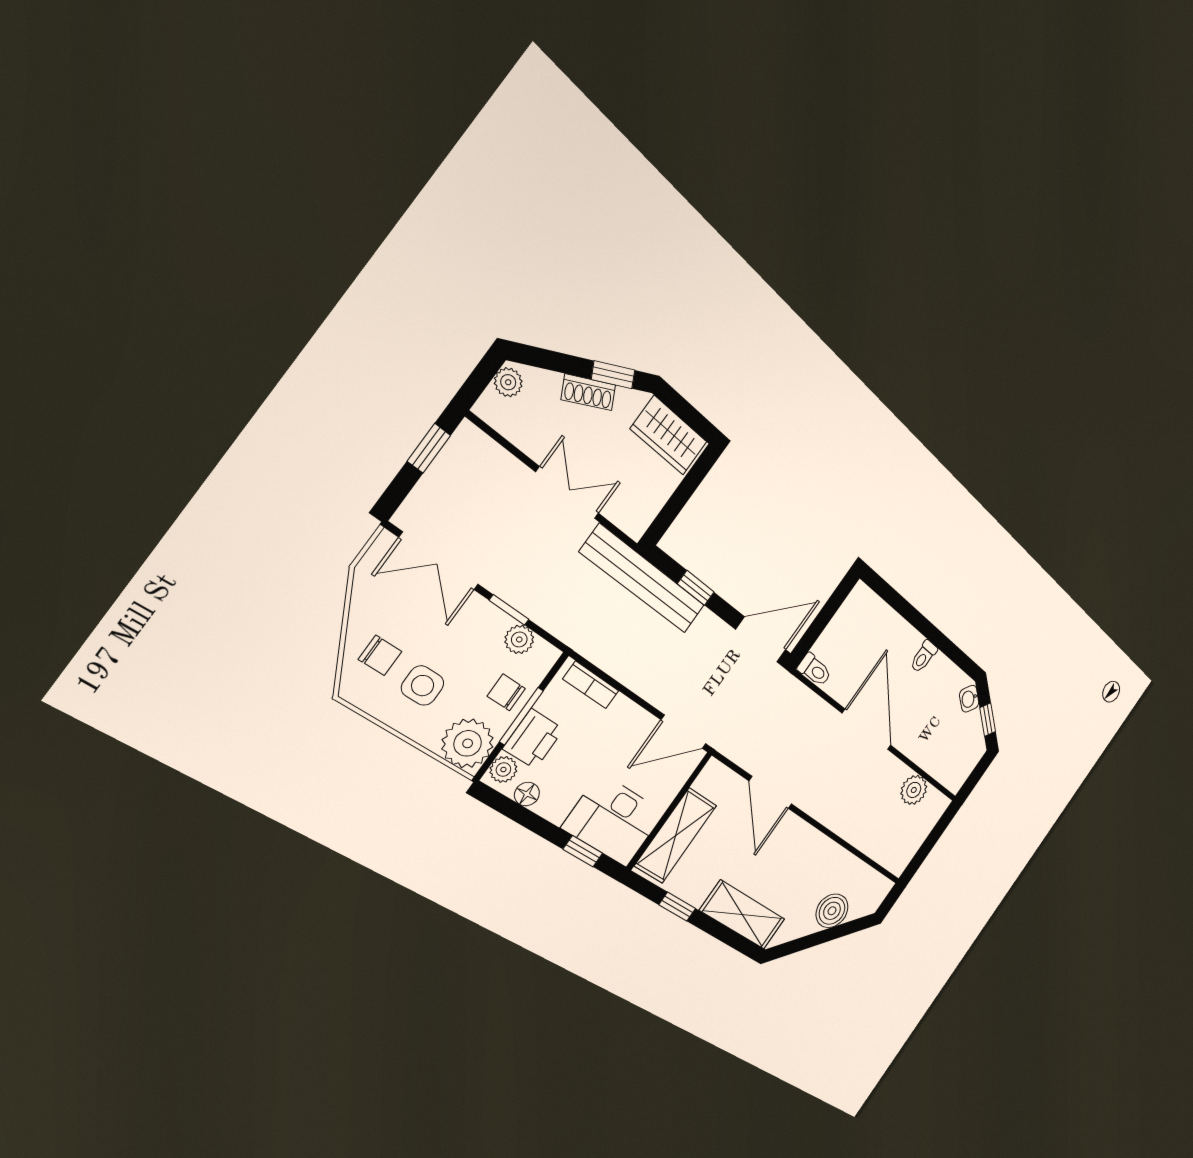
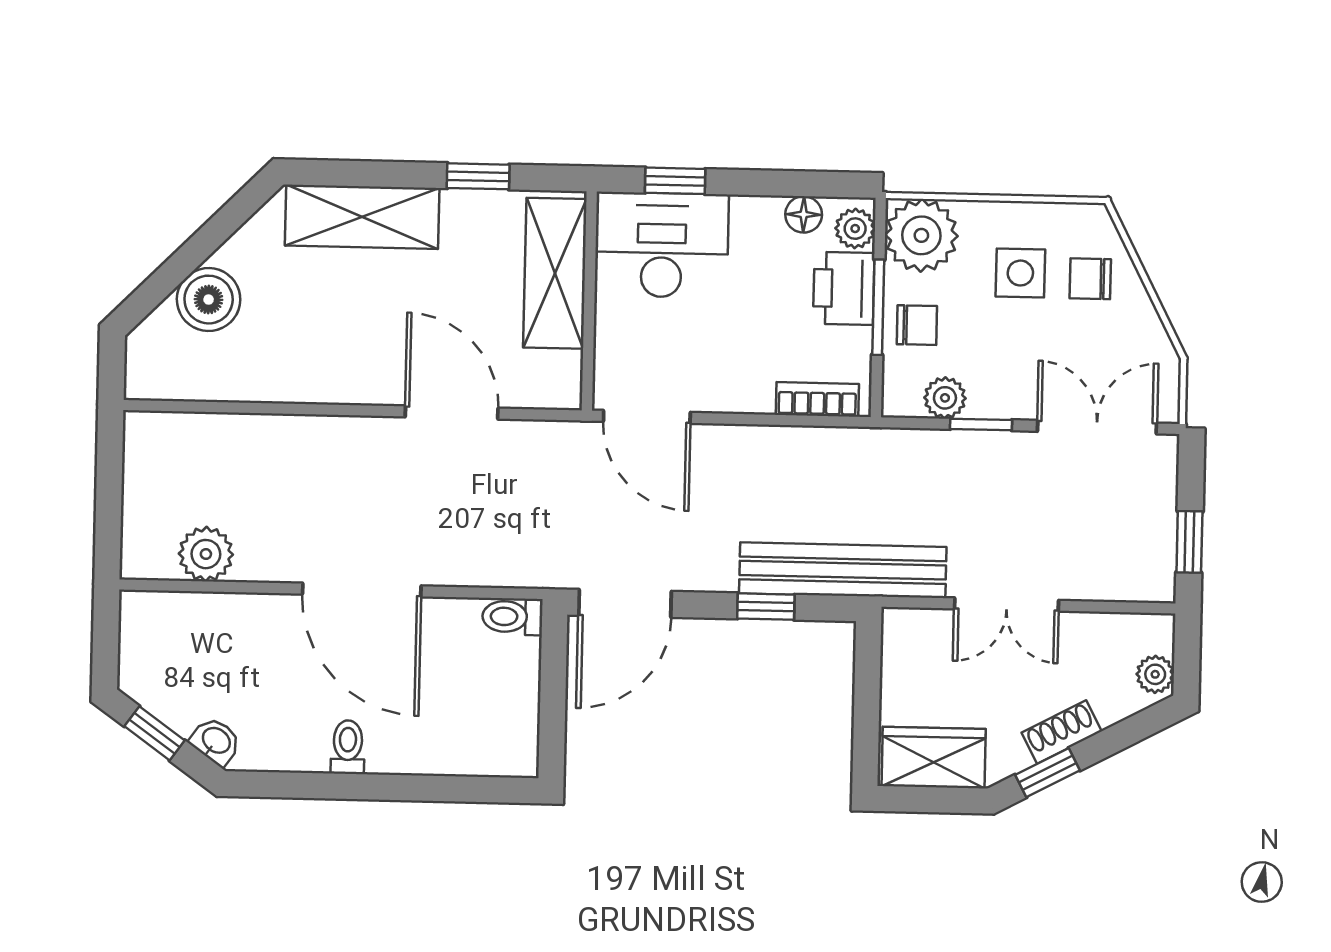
door: (684, 732) -> (647, 417), swing flipped

